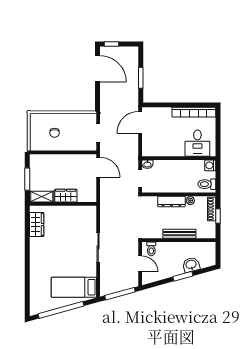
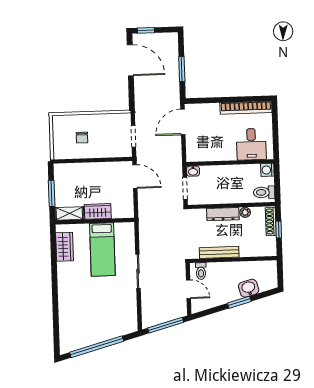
bench: (179, 234) -> (219, 252), moved
bed: (74, 287) -> (102, 250), moved, turned -90

